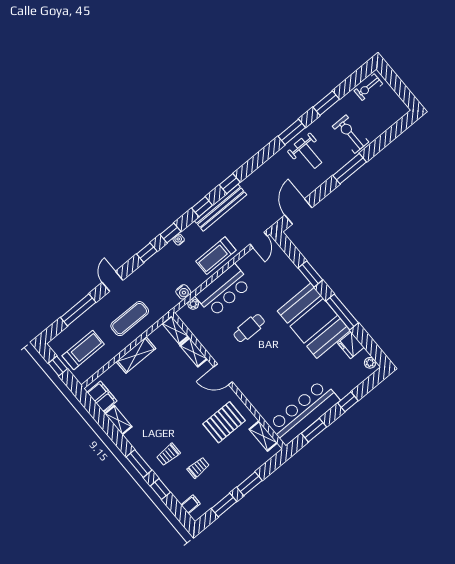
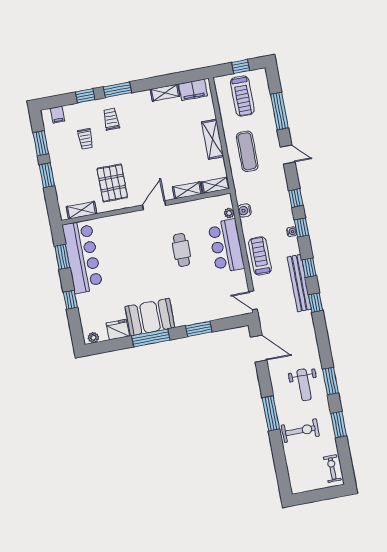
weight bench: (308, 153) -> (304, 385), turned -90
booth: (314, 321) -> (150, 317), width x0.73, depth x0.70

